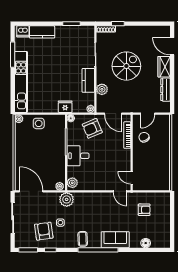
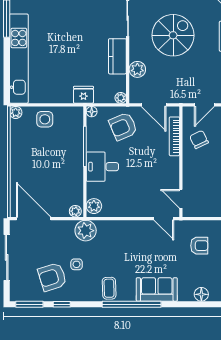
armchair: (44, 231) -> (52, 277), turned -100

